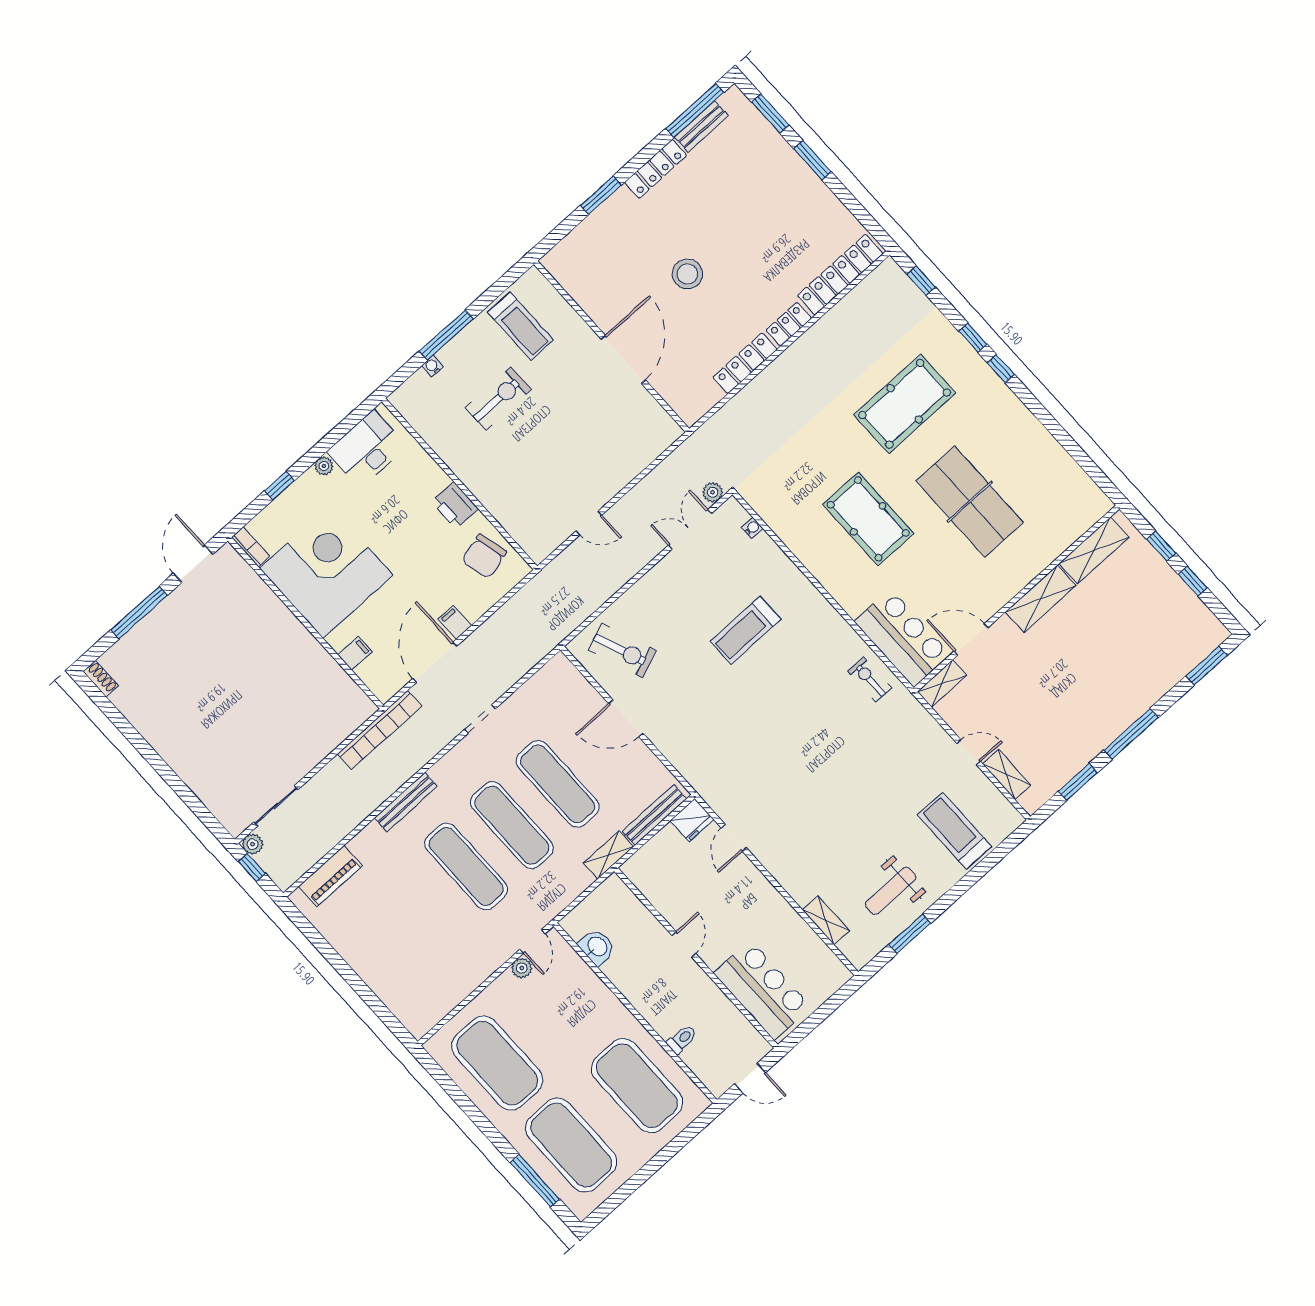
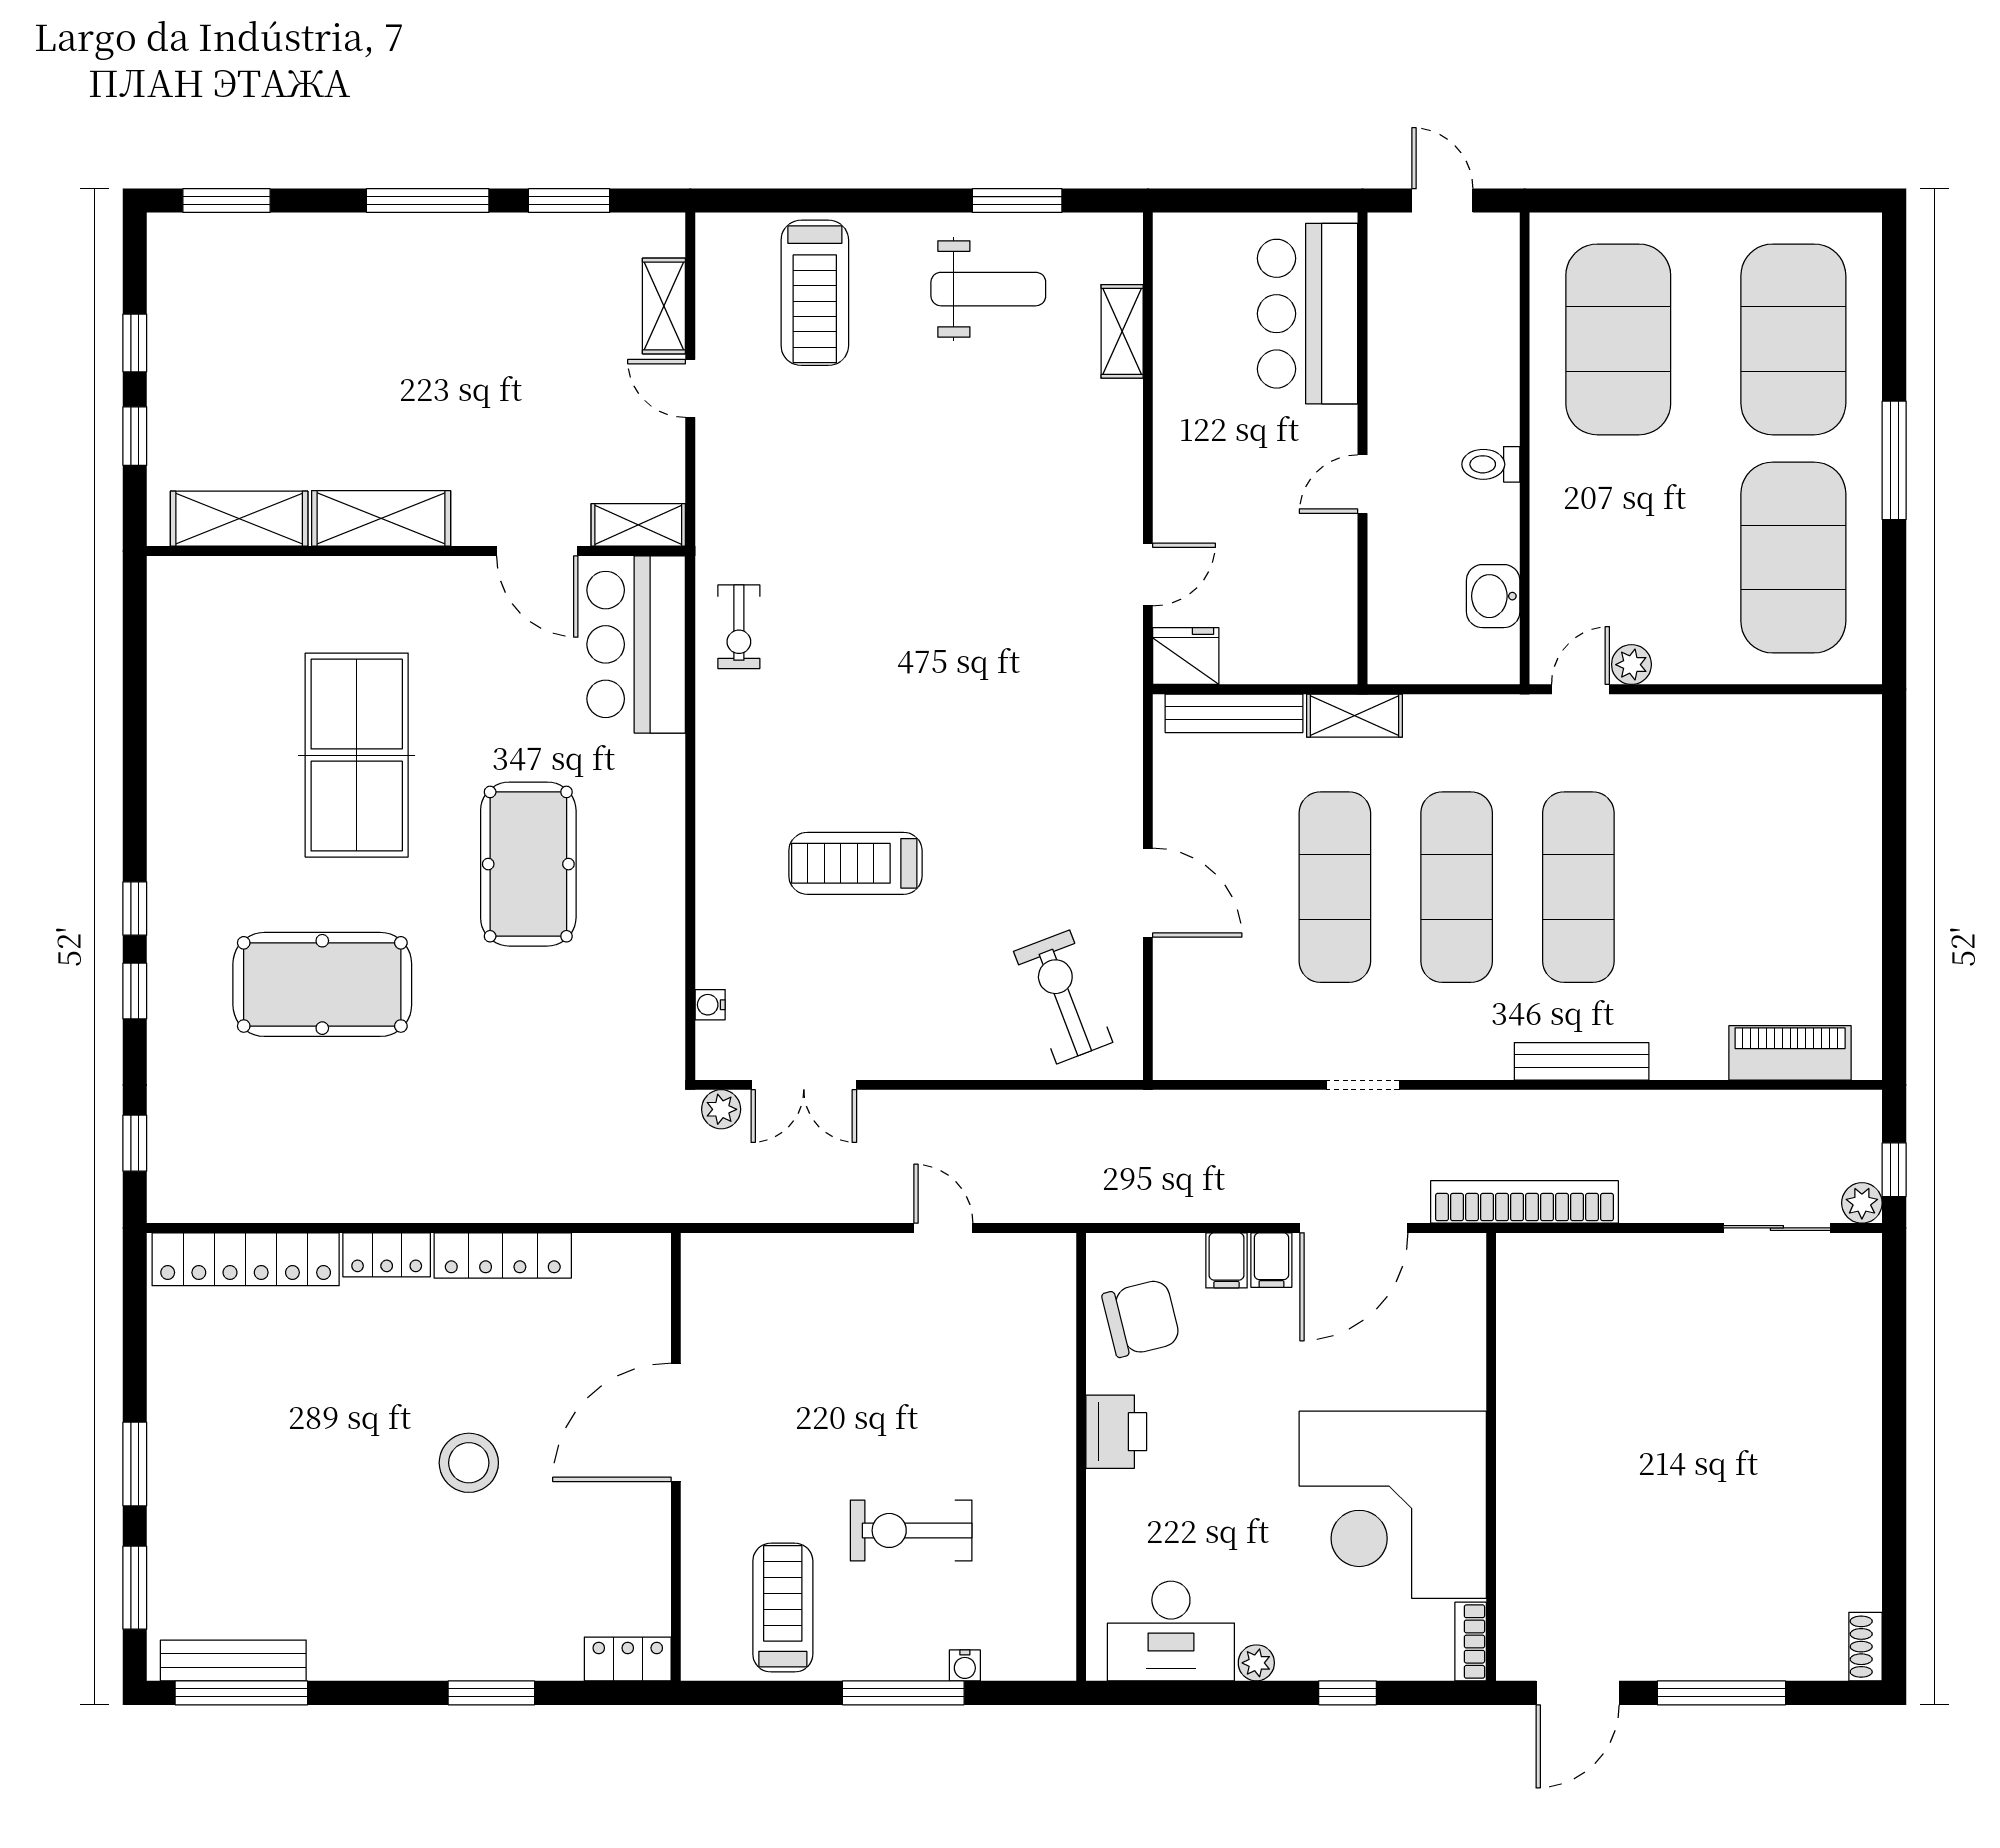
bench: (701, 126) -> (233, 1661), width x1.36
locker: (656, 169) -> (628, 1659), moved, width x0.66
treadmill: (746, 630) -> (855, 863), turned 180
filing cabinet: (355, 653) -> (1226, 1260), moved, turned -90
toilet: (682, 1039) -> (1491, 464), moved
window: (535, 1181) -> (1894, 460), moved

